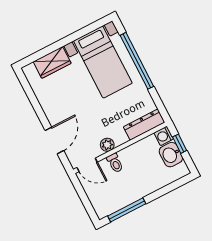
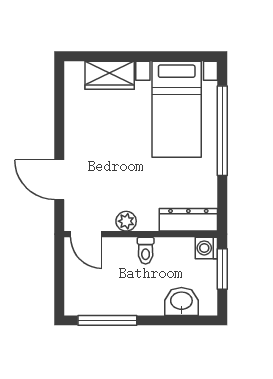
door: (54, 140) -> (59, 180), swing flipped
window: (180, 144) -> (222, 269), width x1.50
washbasin: (171, 155) -> (181, 302), moved, turned 90
toilet: (115, 163) -> (146, 251), moved

